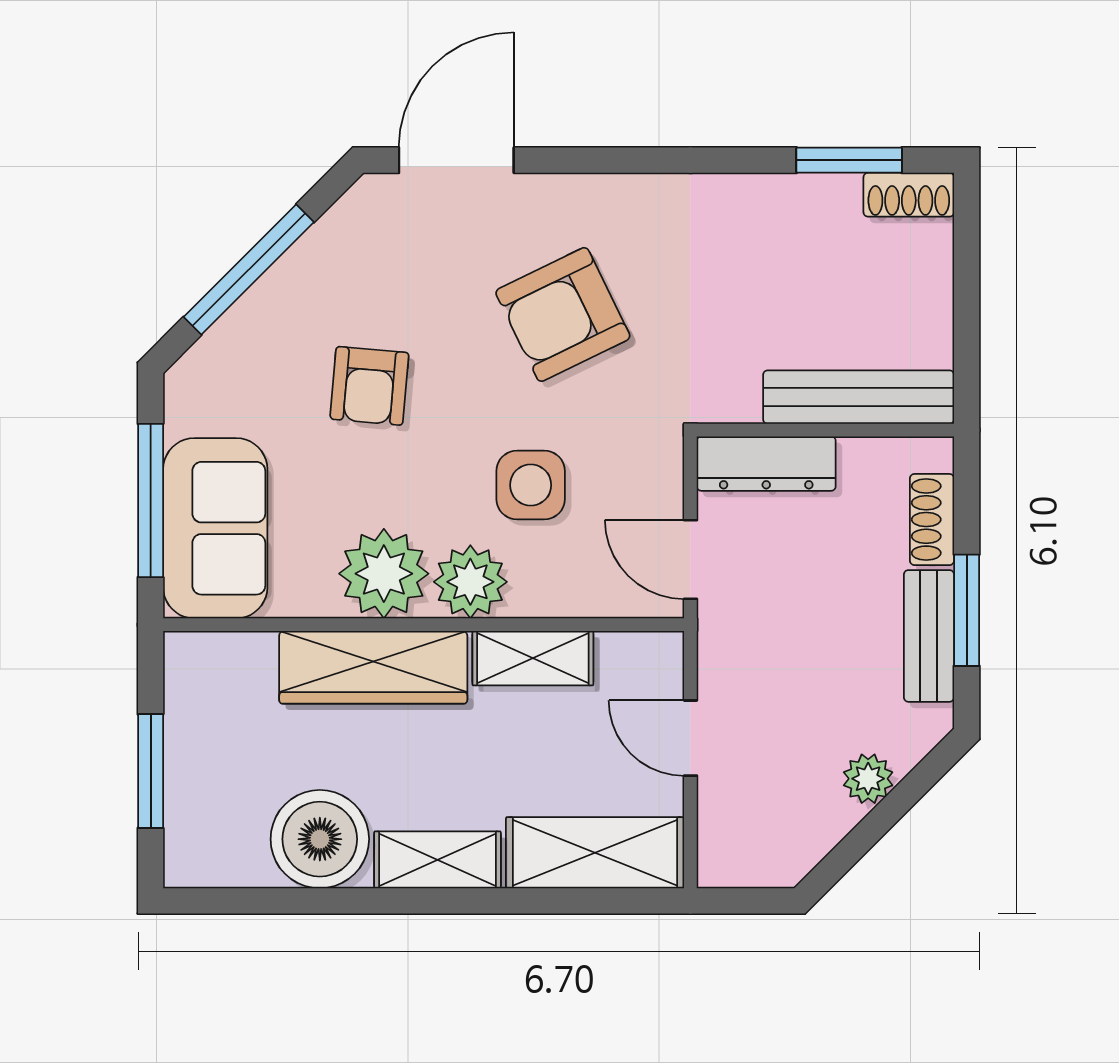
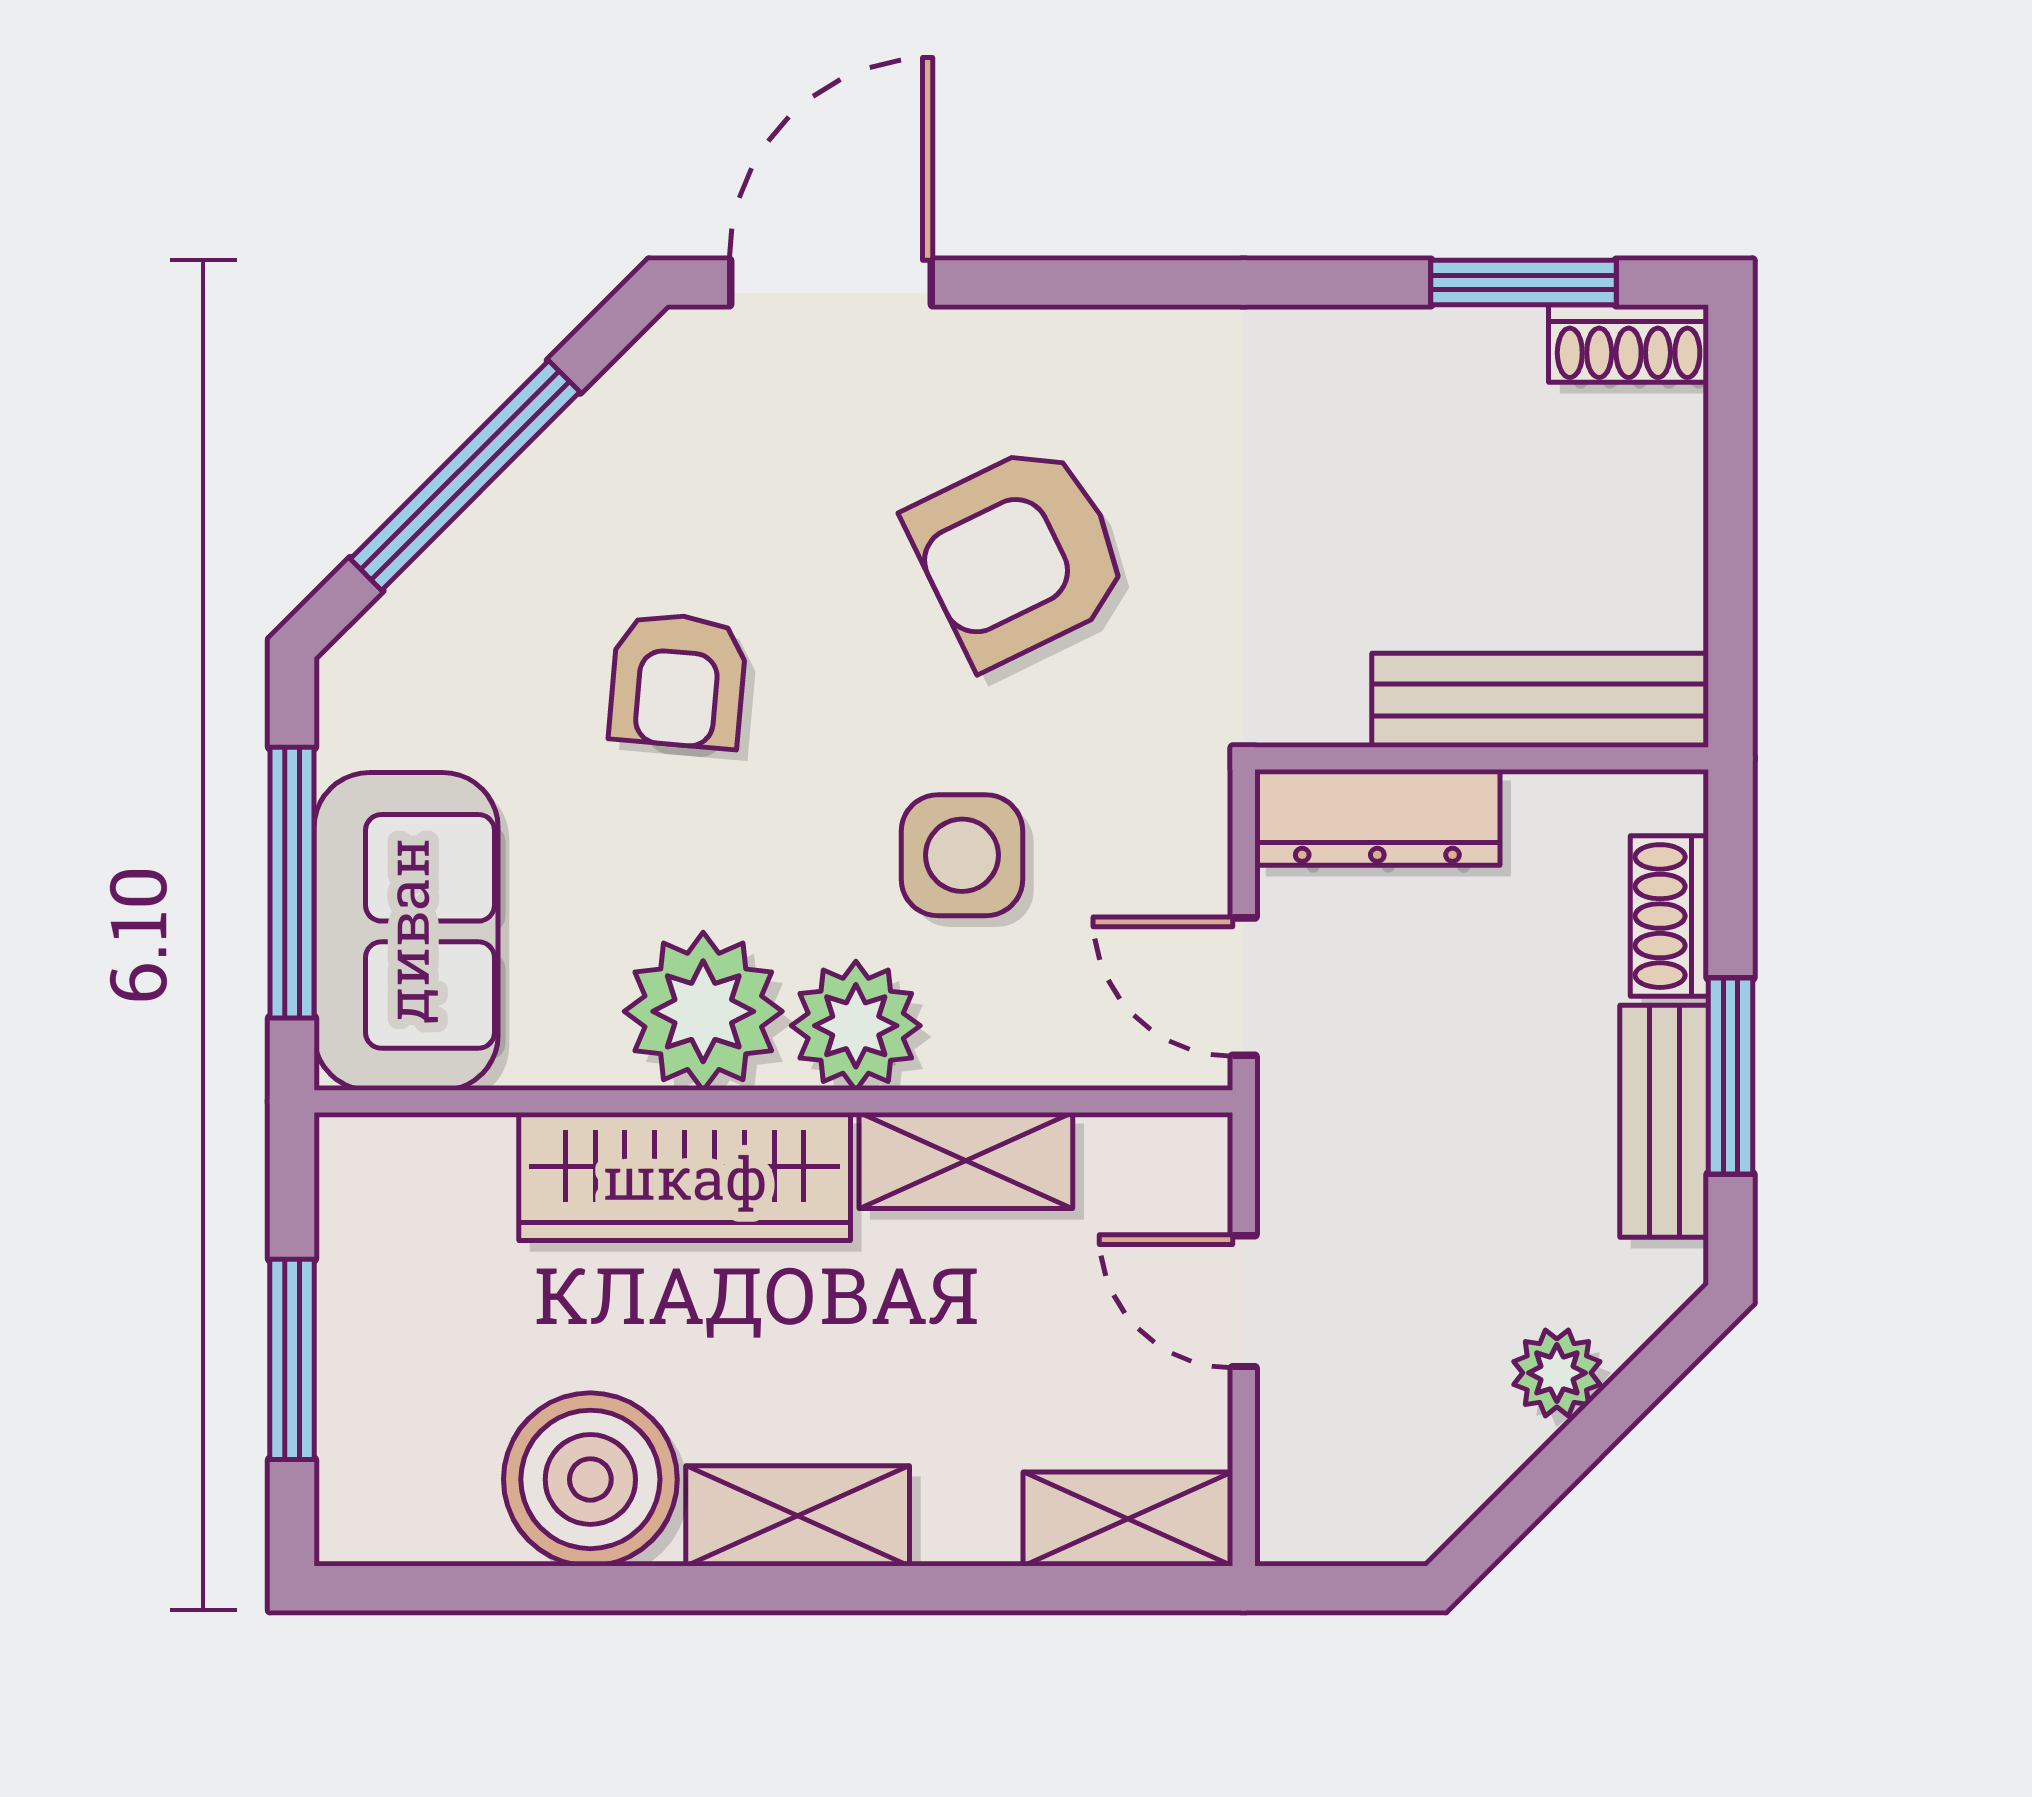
shelving: (595, 853) -> (1128, 1519), width x0.67, depth x0.75

